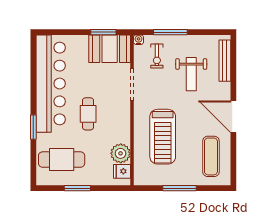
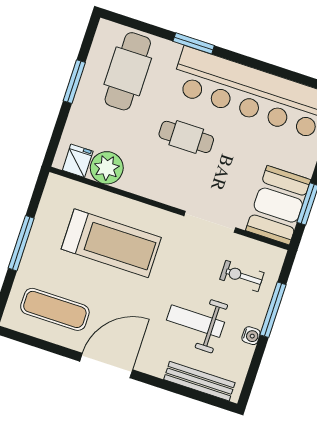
water cooler: (138, 40) -> (251, 336), moved
treadmill: (163, 137) -> (111, 243), turned 180

